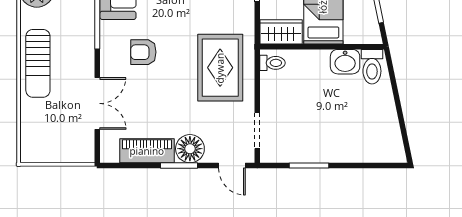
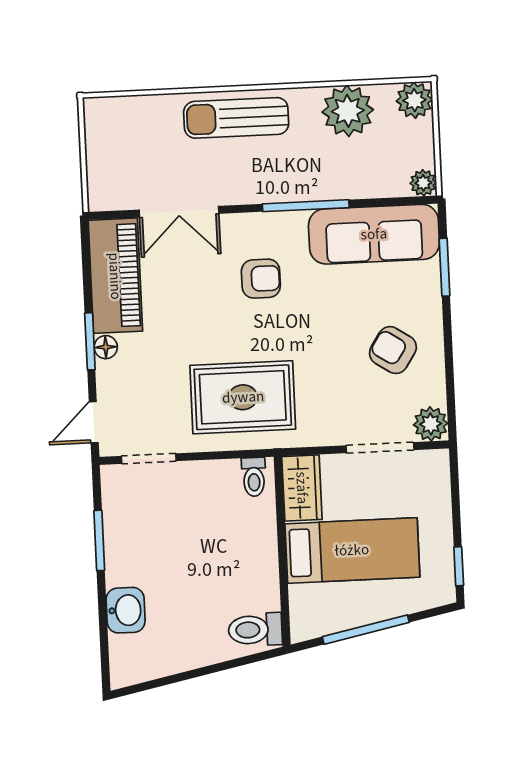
armchair: (143, 52) -> (261, 279), turned 90
washbasin: (345, 62) -> (126, 610), moved, turned 180
floor lamp: (190, 149) -> (106, 347), width x0.53, depth x0.53
piano: (147, 151) -> (115, 276), width x1.37, depth x1.33

